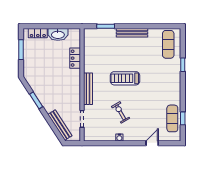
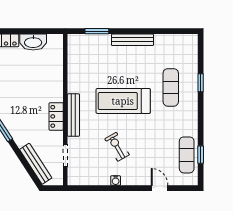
exercise mat: (168, 44) -> (171, 87), moved
locker: (75, 58) -> (56, 116), moved
treadmill: (125, 78) -> (123, 101), width x1.37, depth x1.37
door: (152, 143) -> (160, 188), hinge flipped

